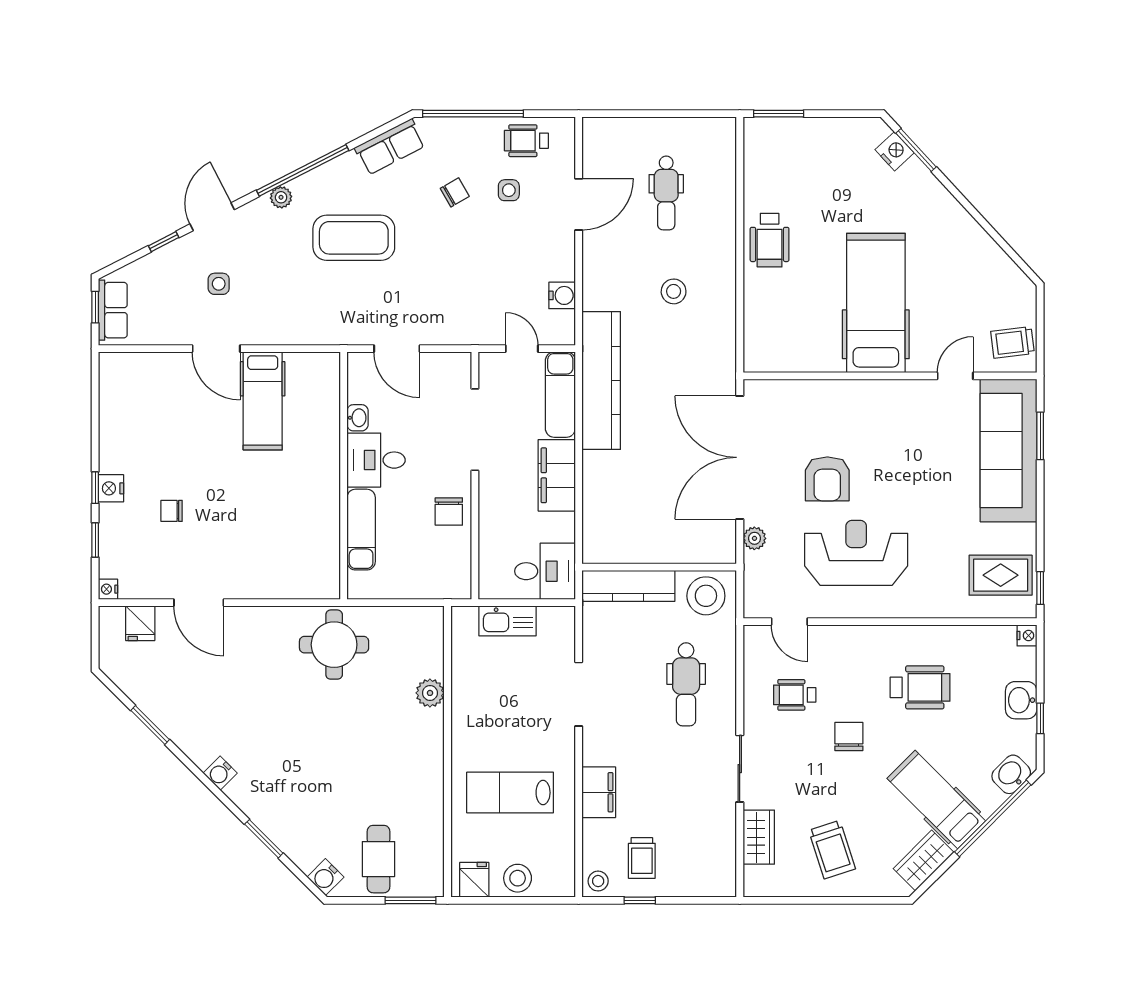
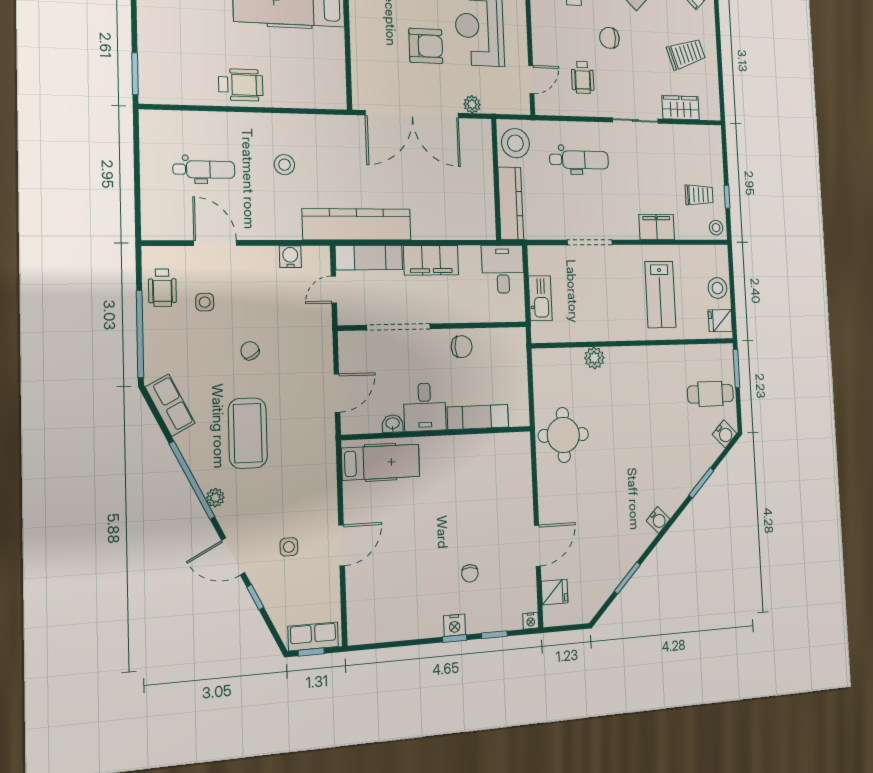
chair: (455, 192) -> (250, 351), moved
hospital bed: (263, 401) -> (381, 462), moved

